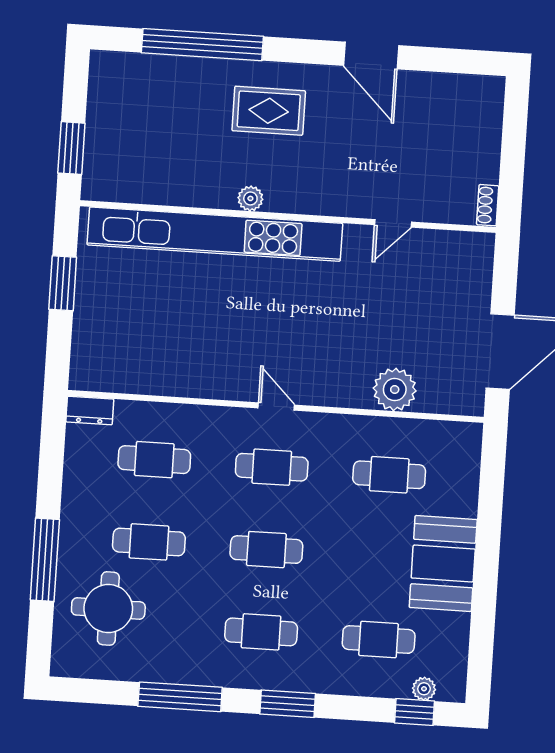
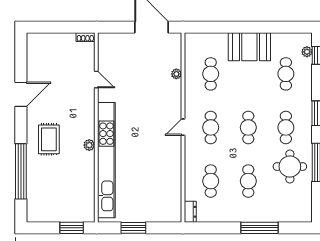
plant: (395, 390) -> (176, 74), width x0.53, depth x0.53
round table: (108, 608) -> (290, 167), moved

